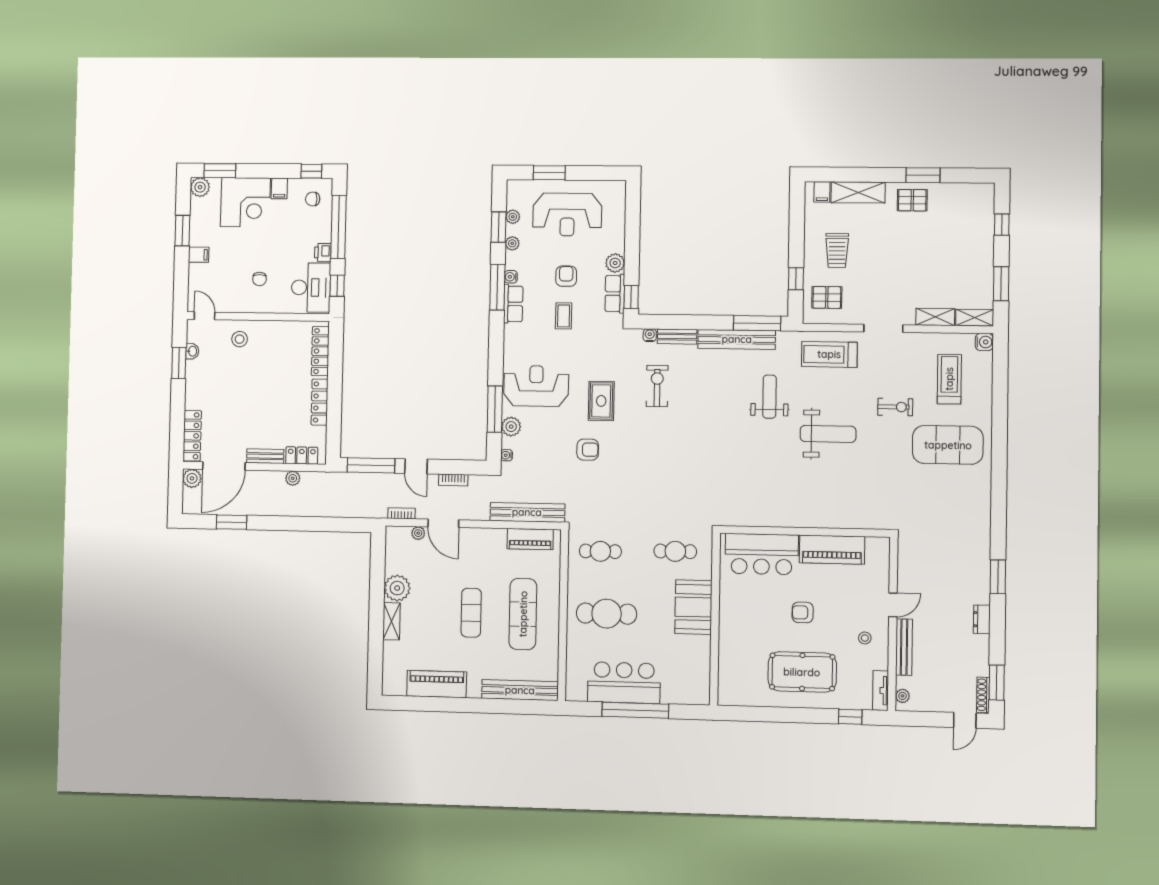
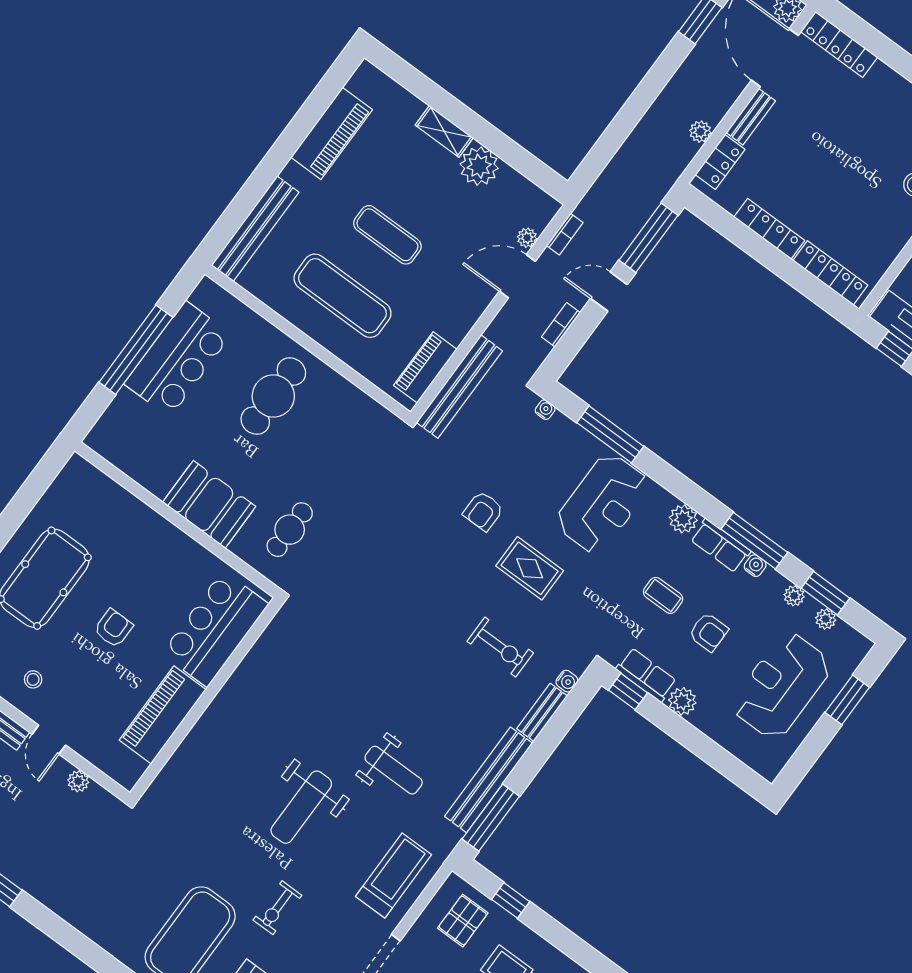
plant: (511, 427) -> (683, 519), moved
cafe table: (600, 551) -> (352, 441), removed
plant: (905, 571) -> (78, 781), added

